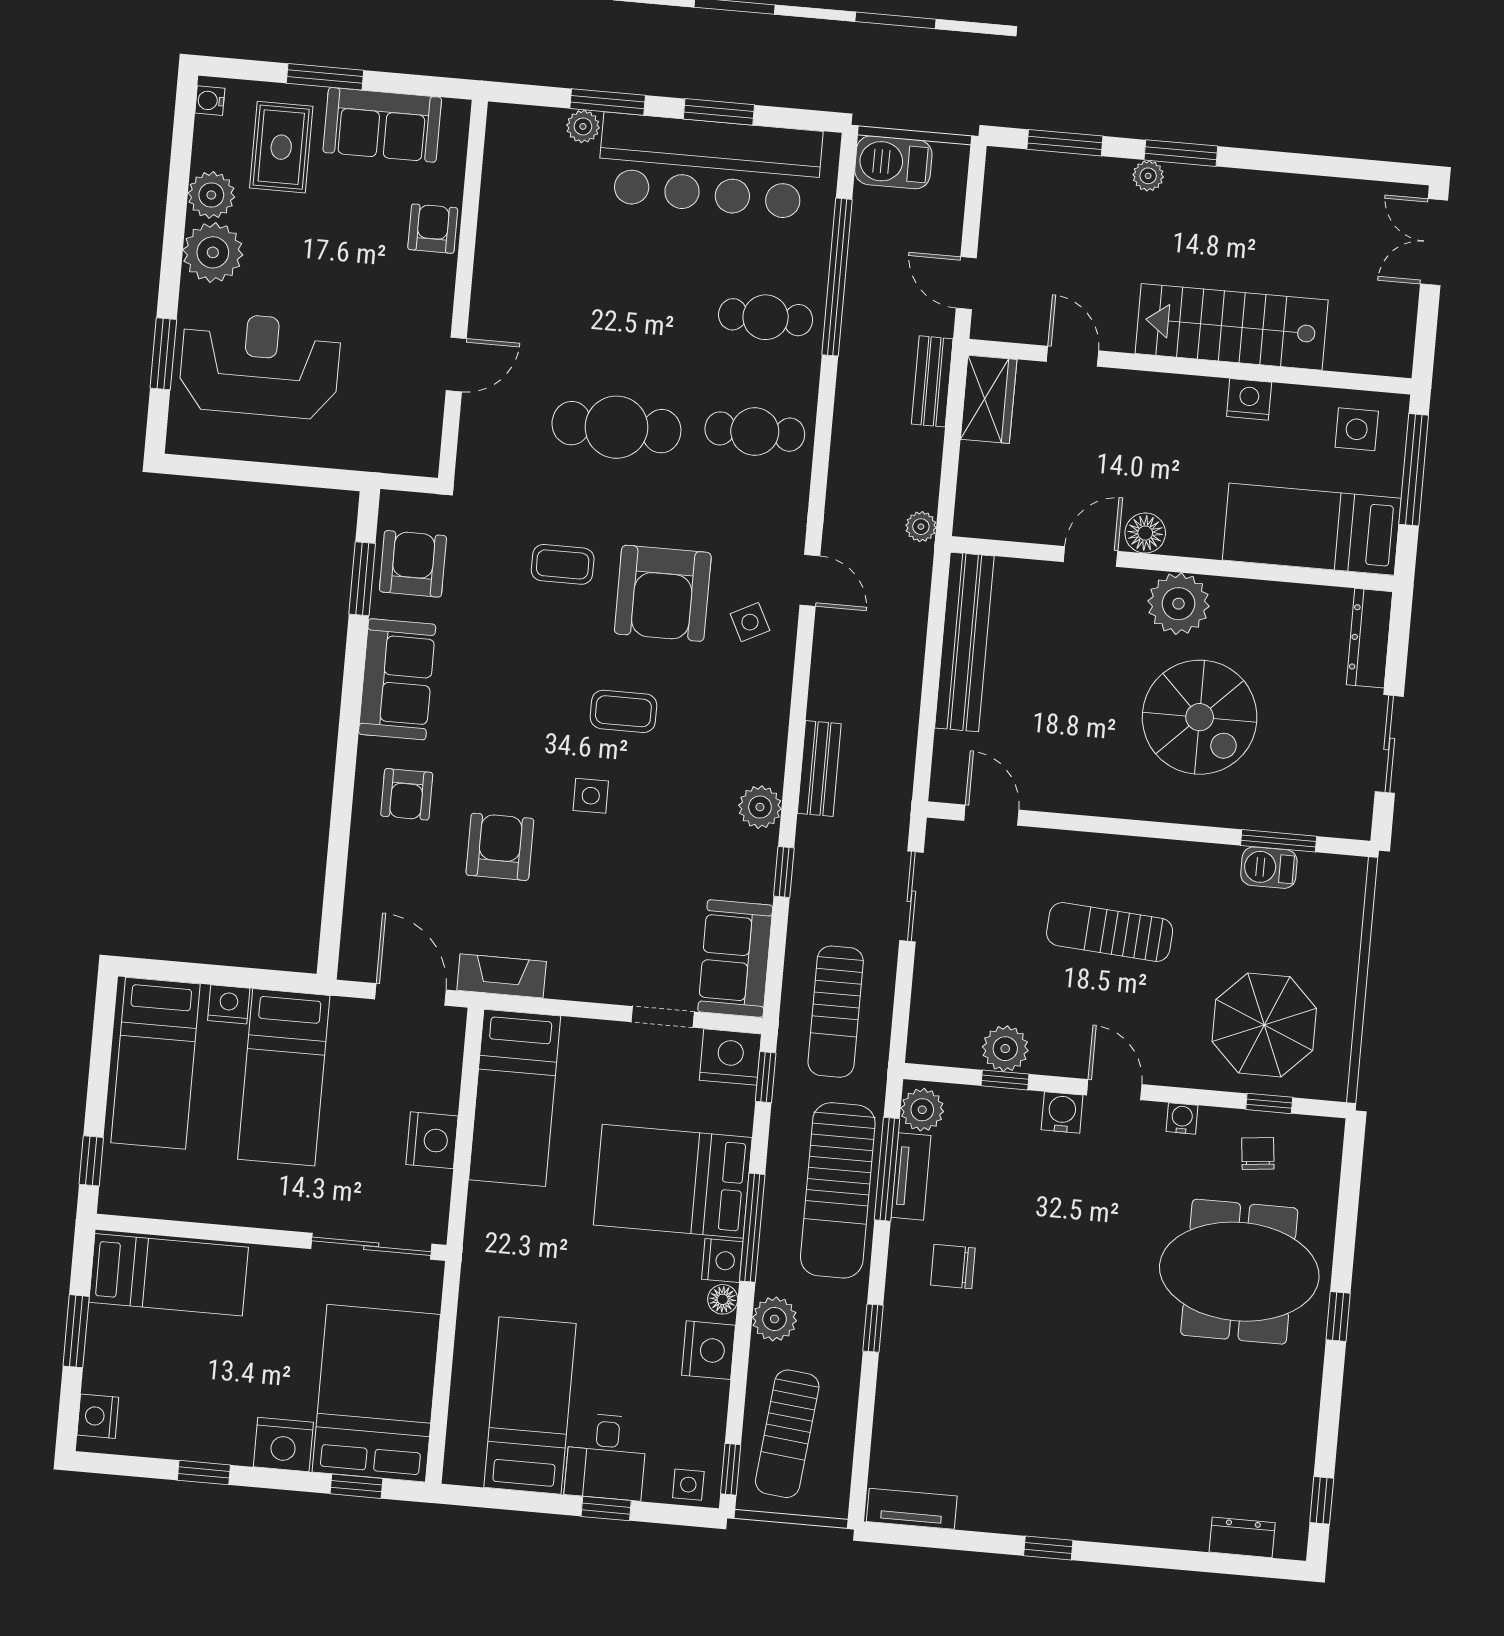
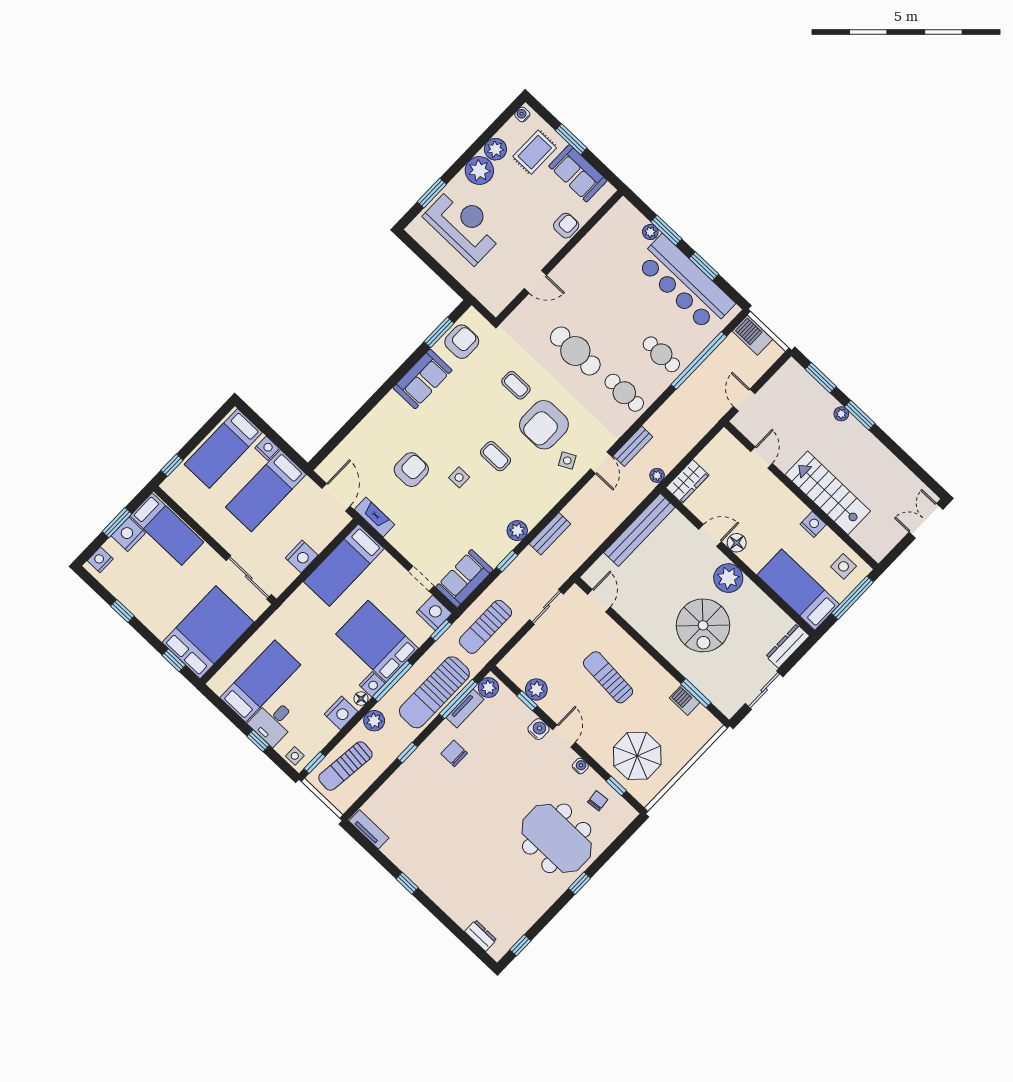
bench: (932, 381) -> (633, 446), moved
wardrobe: (989, 399) -> (687, 481), moved
armchair: (407, 794) -> (393, 424), removed
nightstand: (283, 1444) -> (128, 534), moved, turned 90

